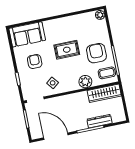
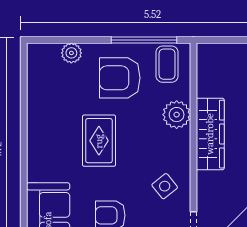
plant: (100, 15) -> (71, 53), moved
wardrobe: (104, 93) -> (210, 134), moved

